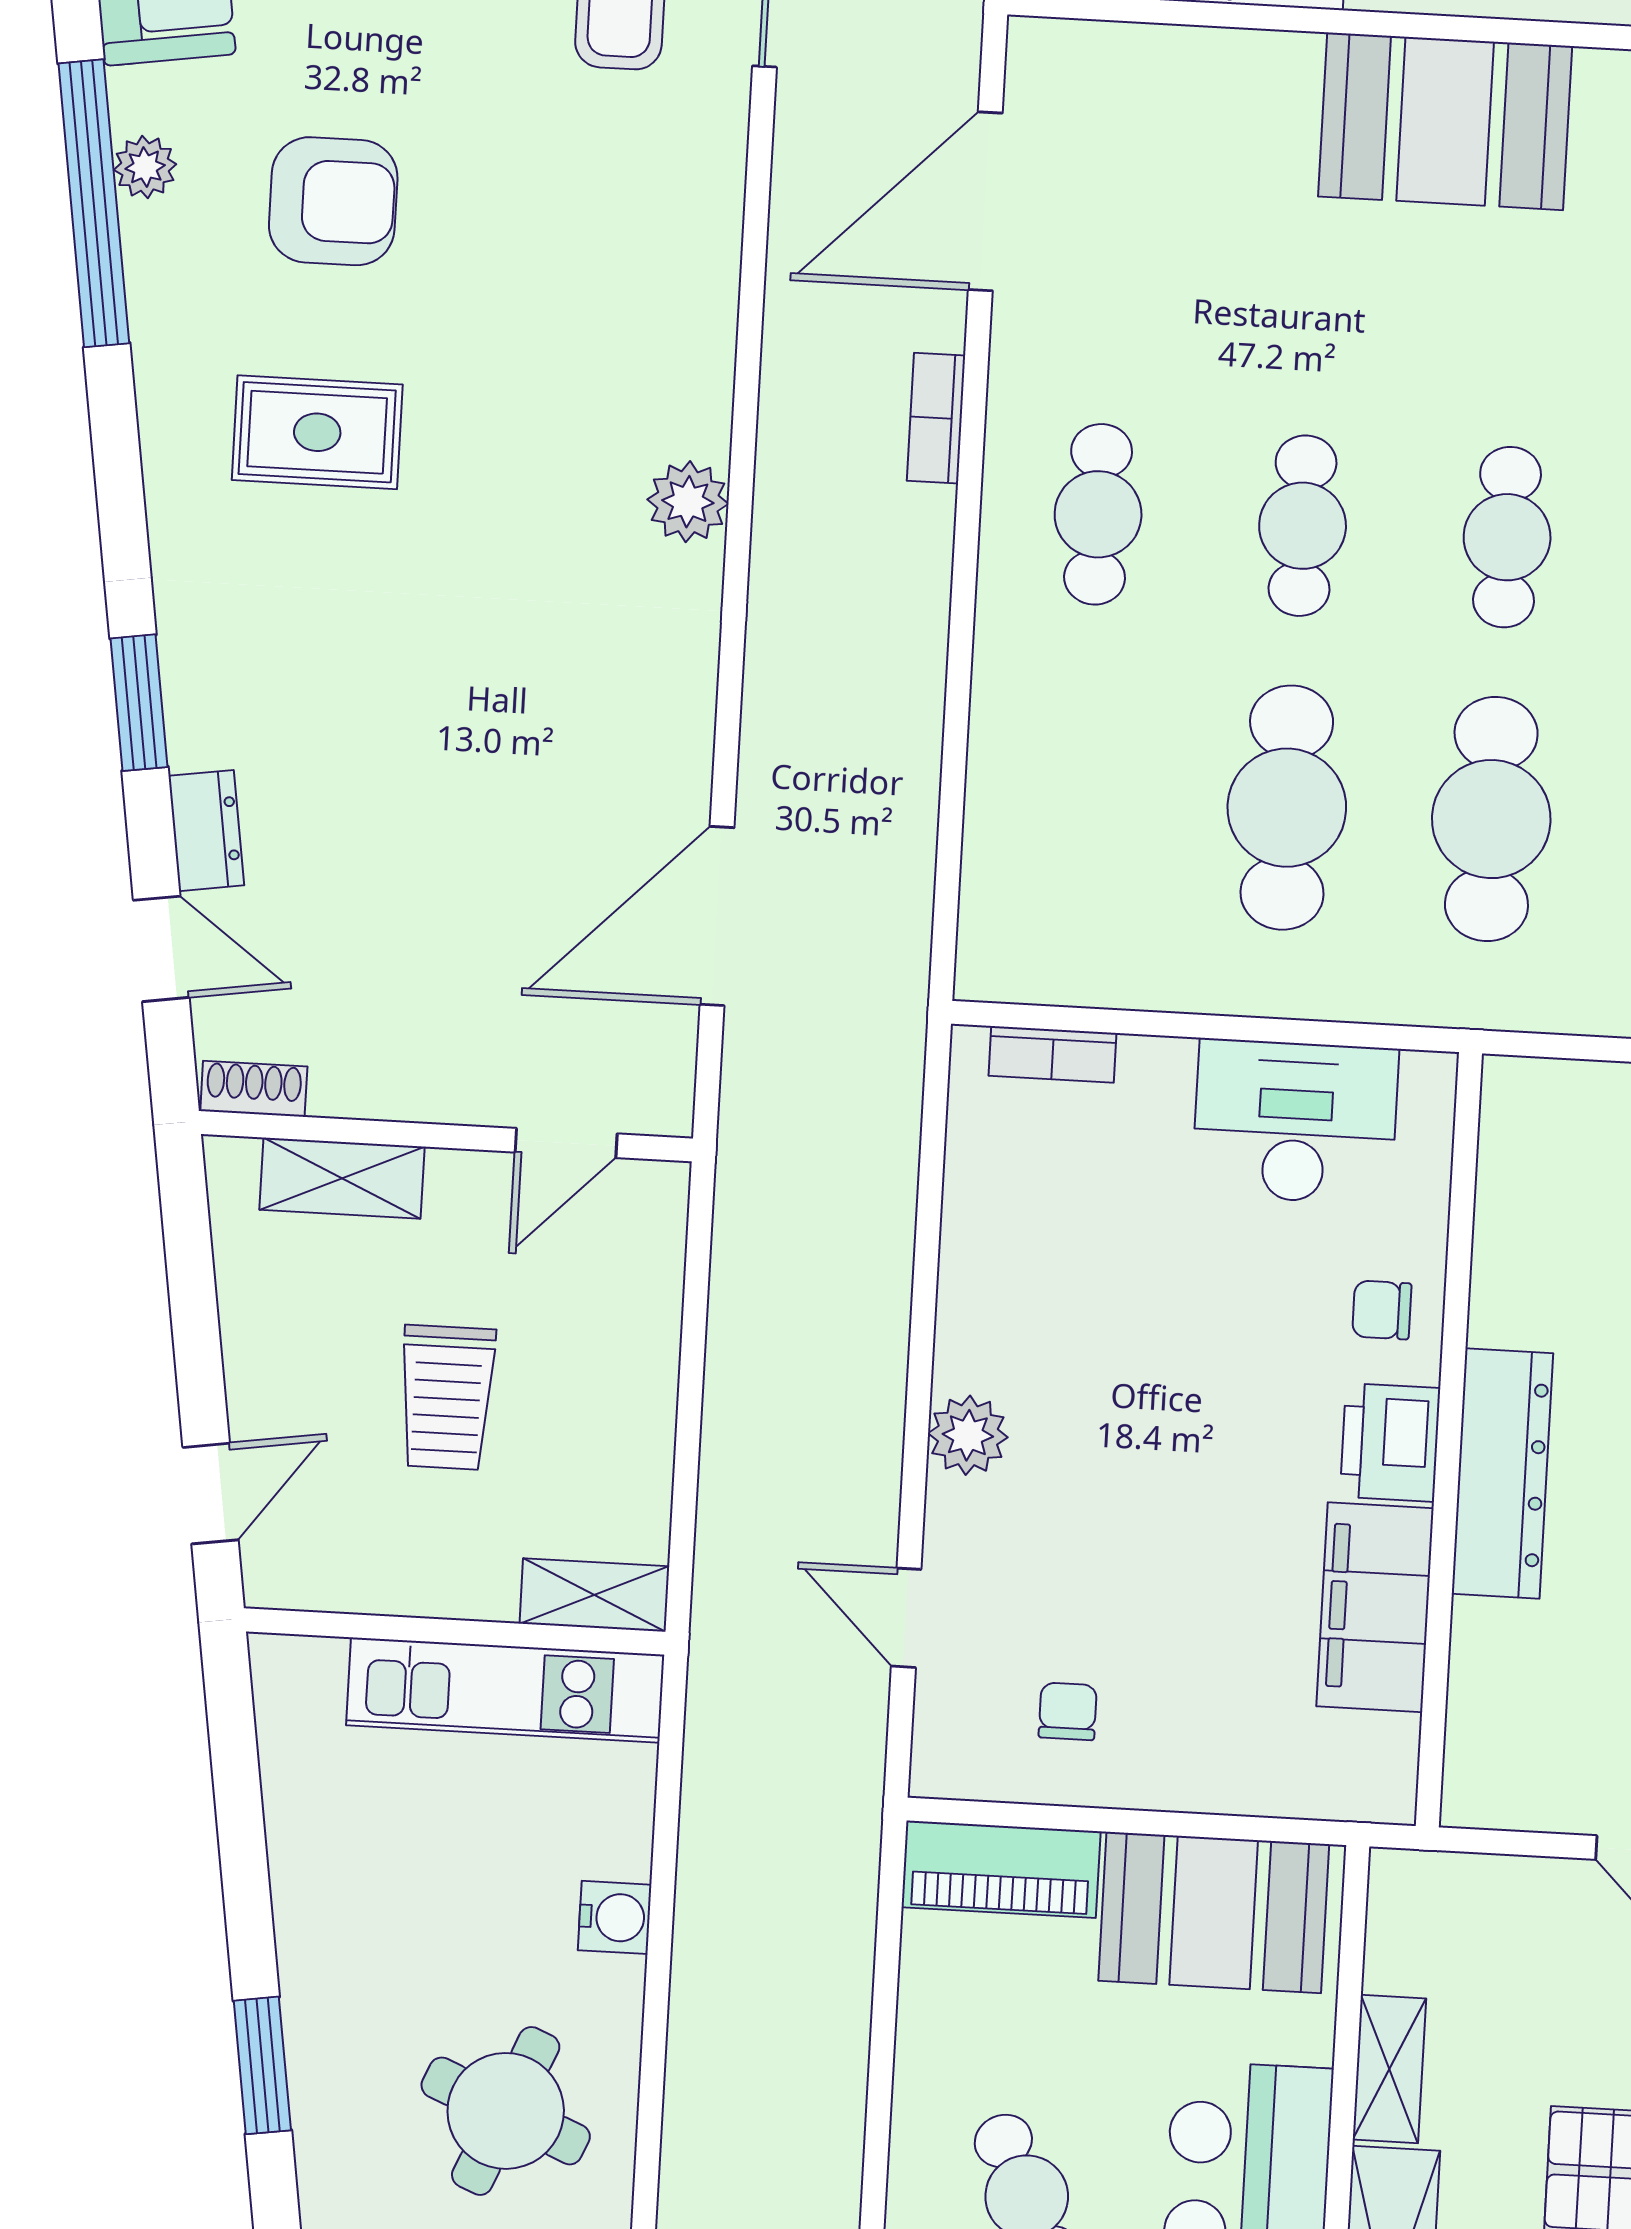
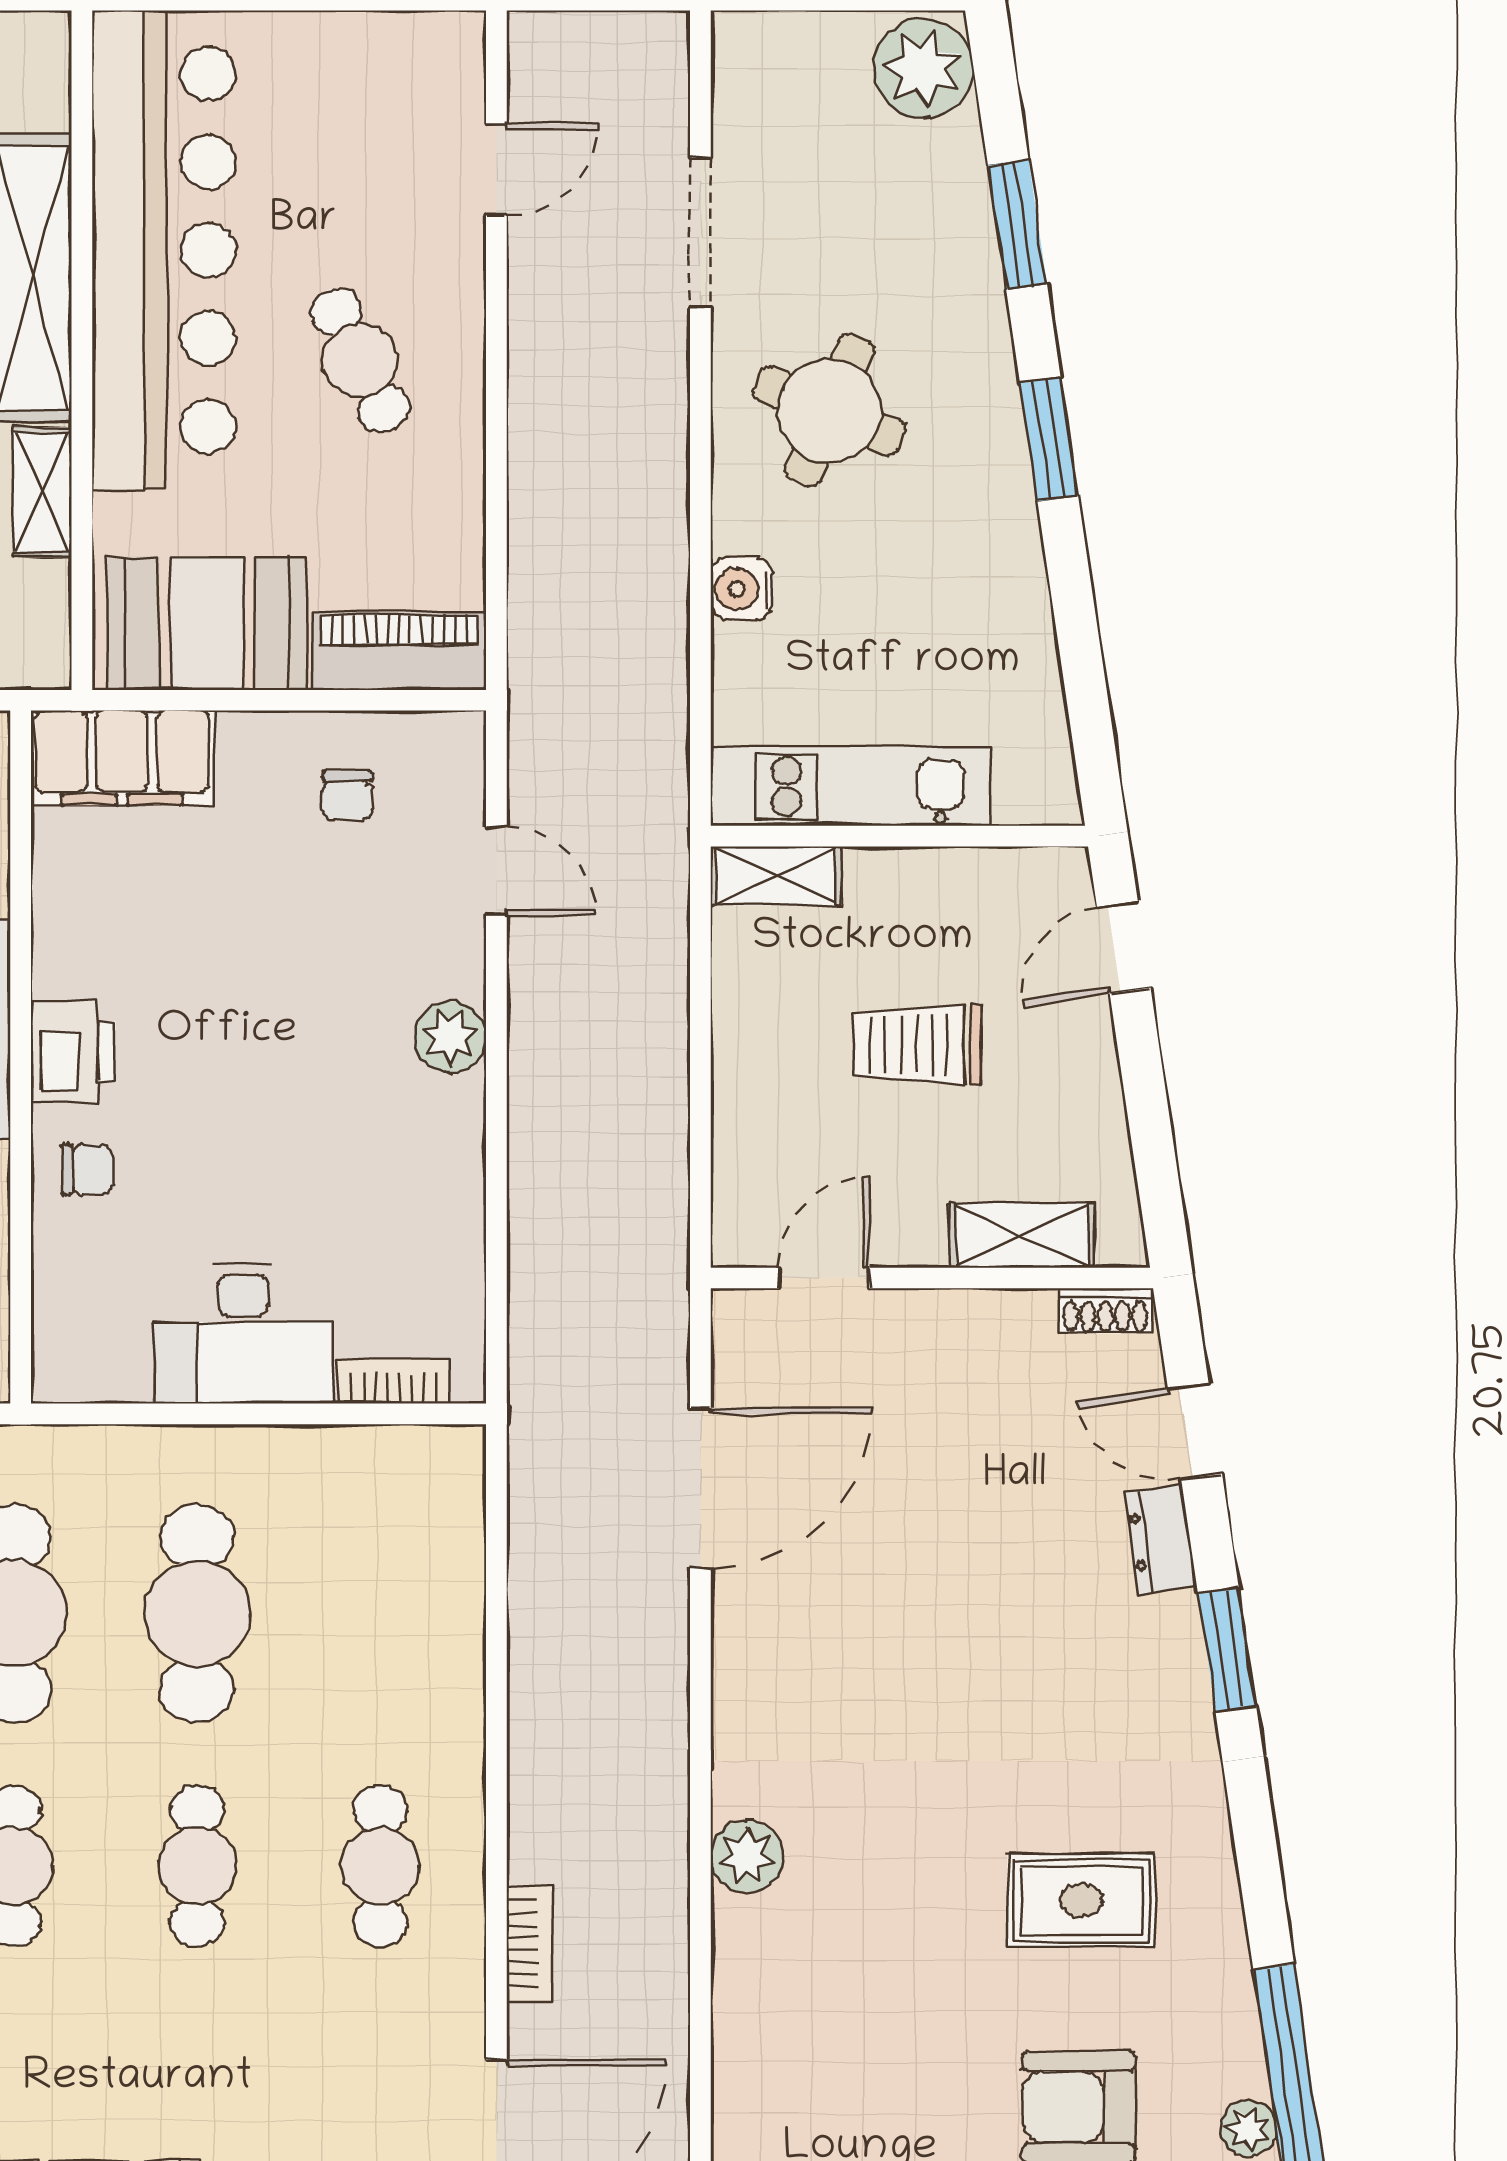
desk: (1295, 1122) -> (243, 1333), moved
trolley: (447, 1397) -> (918, 1045), turned -90
filing cabinet: (1375, 1607) -> (122, 758), moved, turned 90

